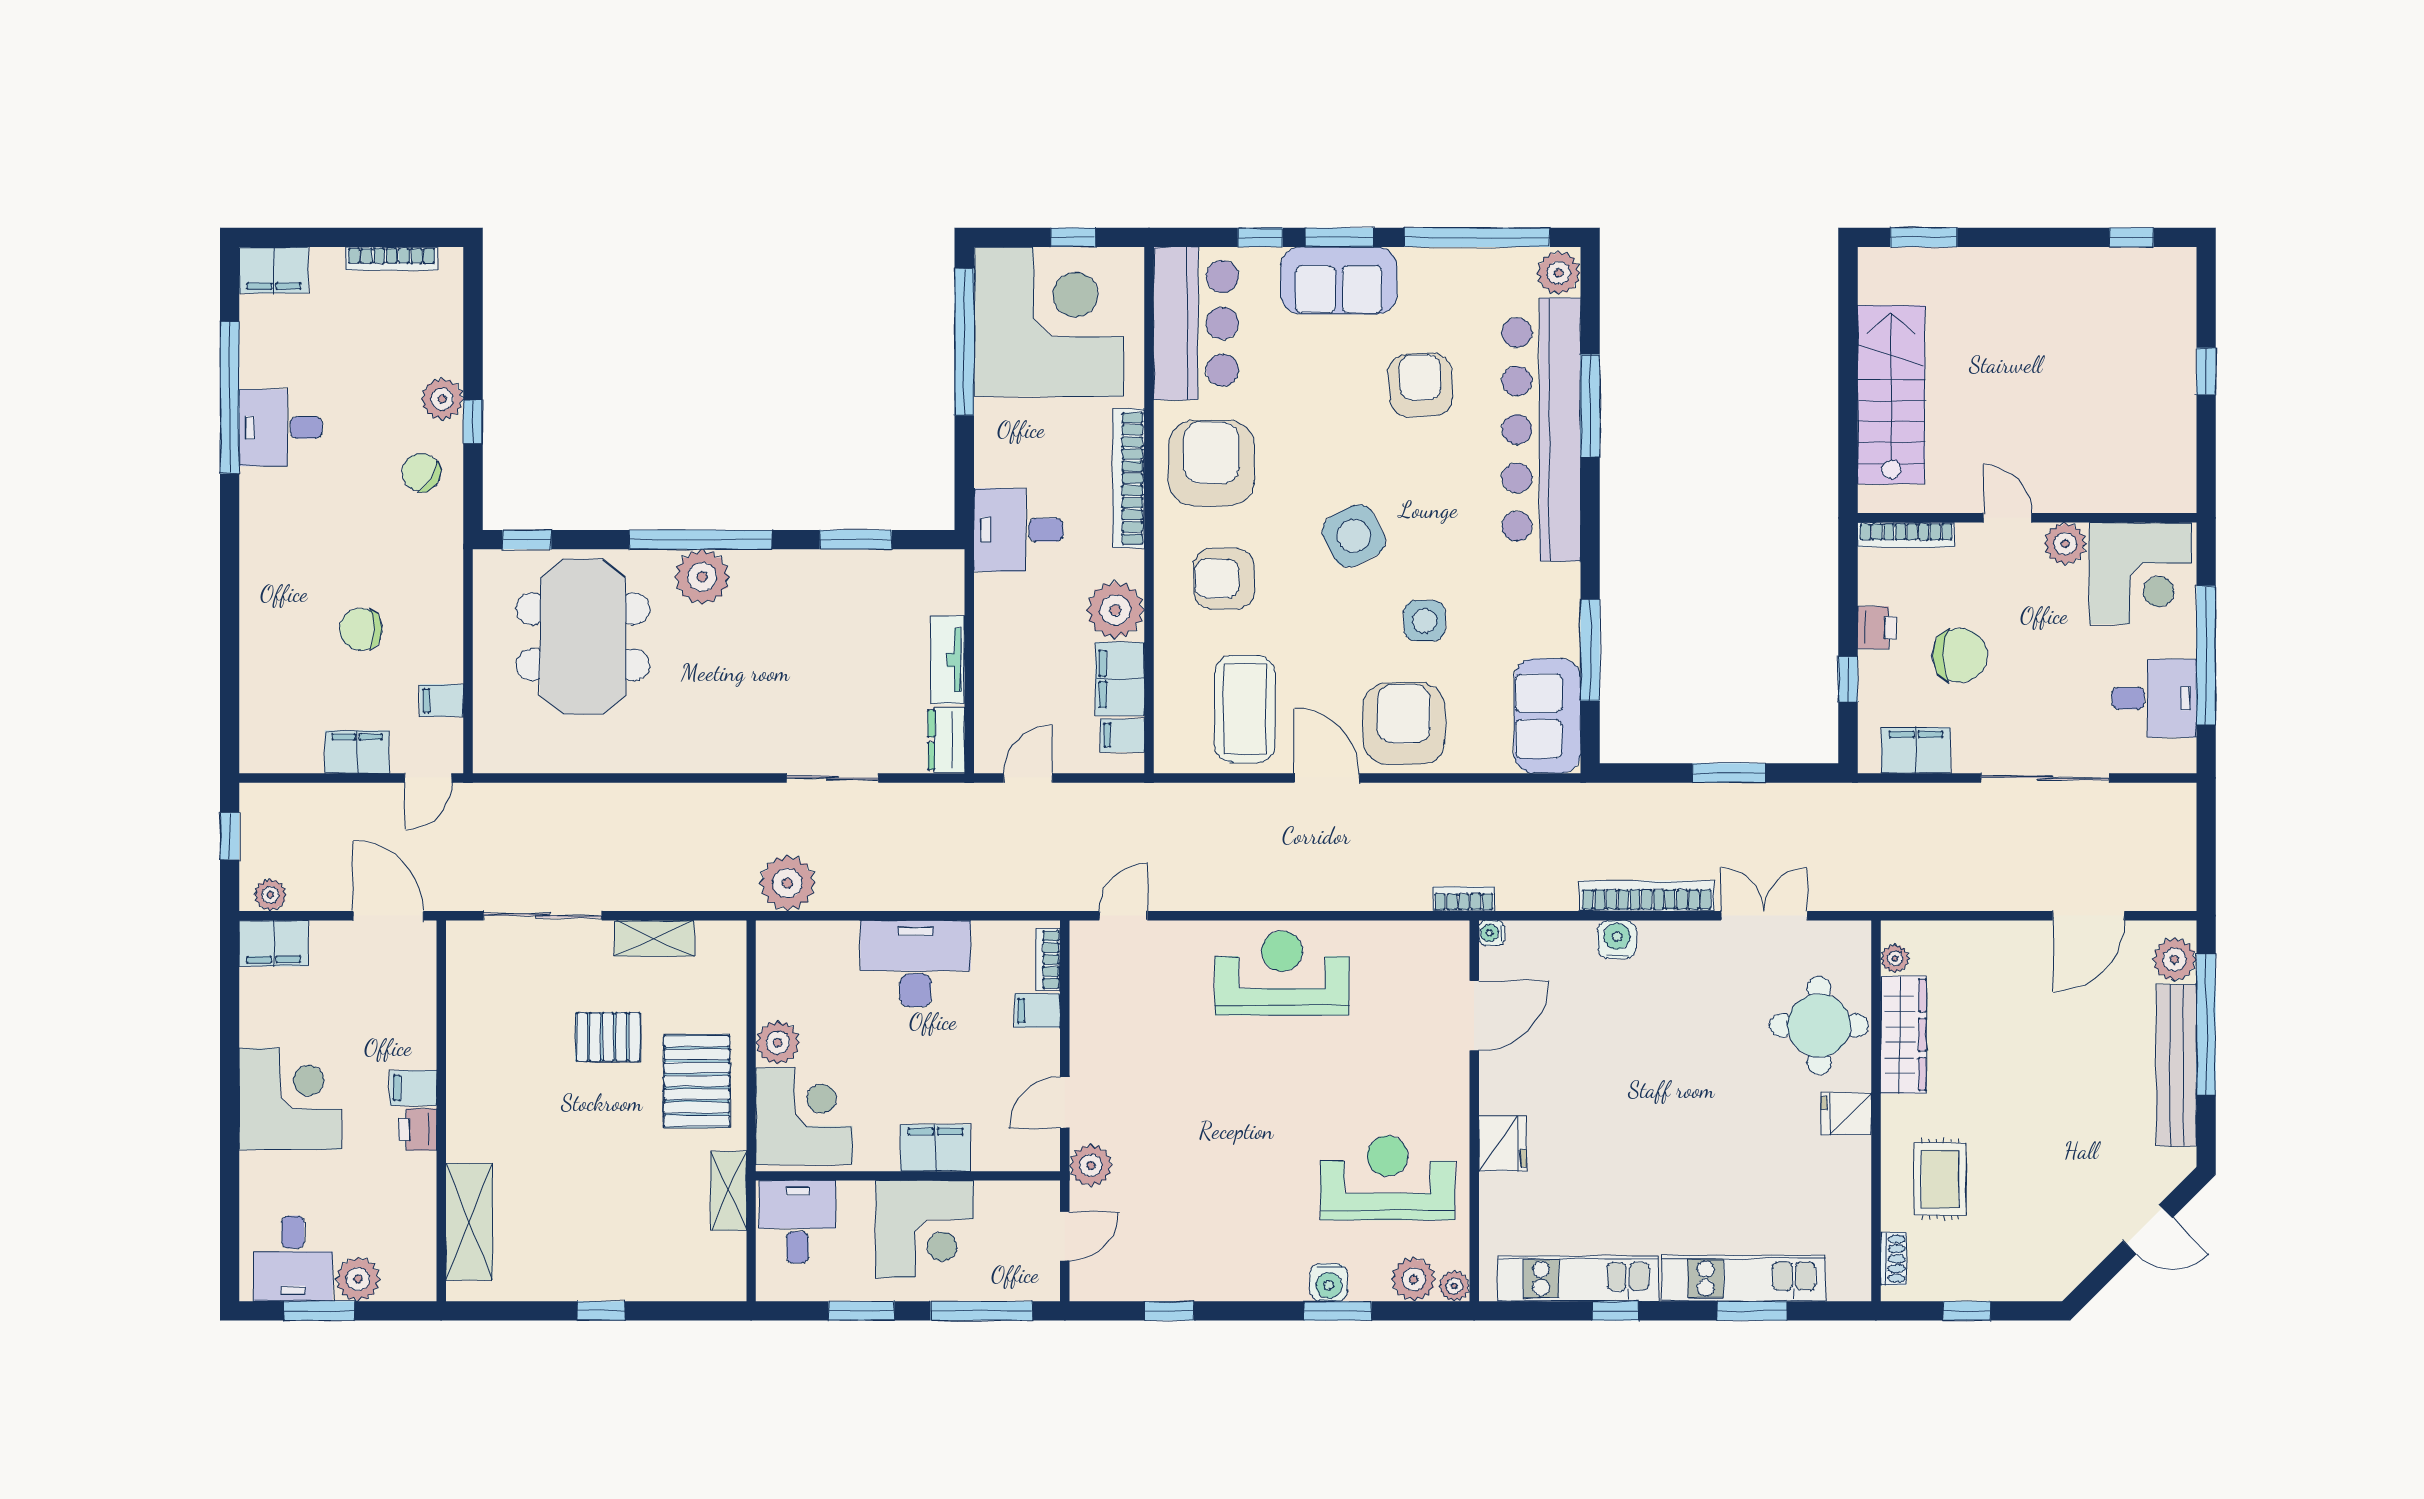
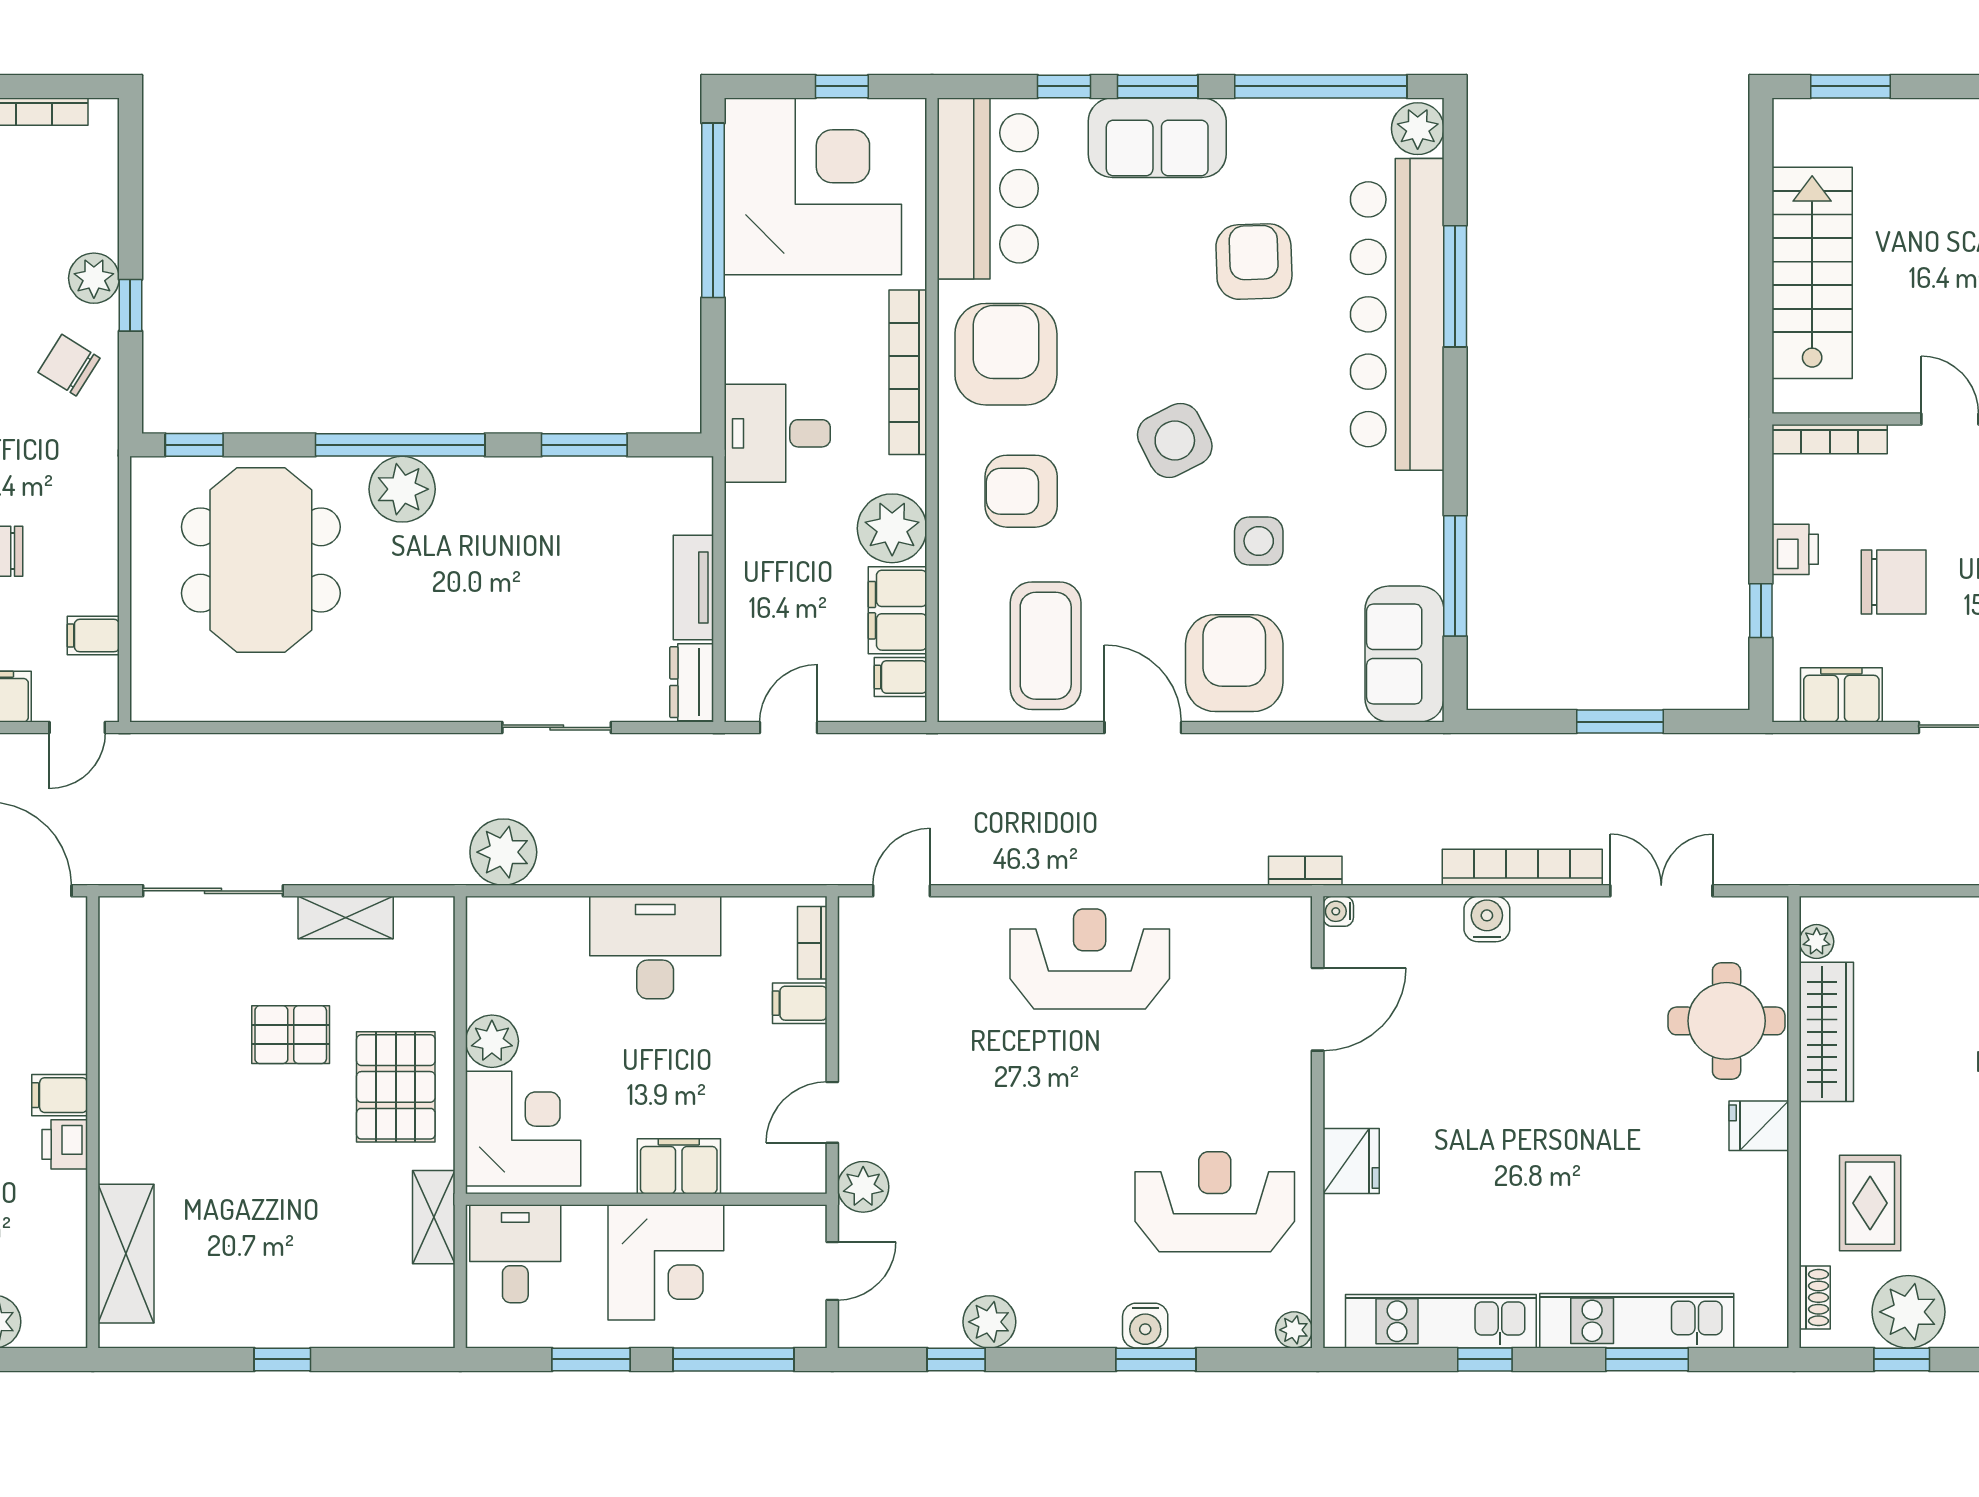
plant: (1972, 1271) -> (1908, 1312), added
plant: (1414, 1279) -> (989, 1322), moved

